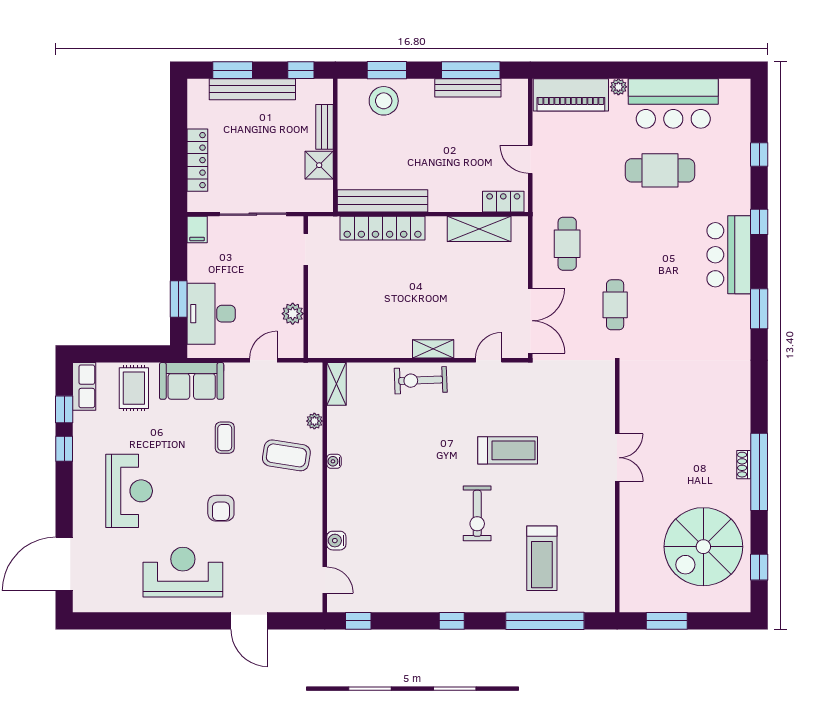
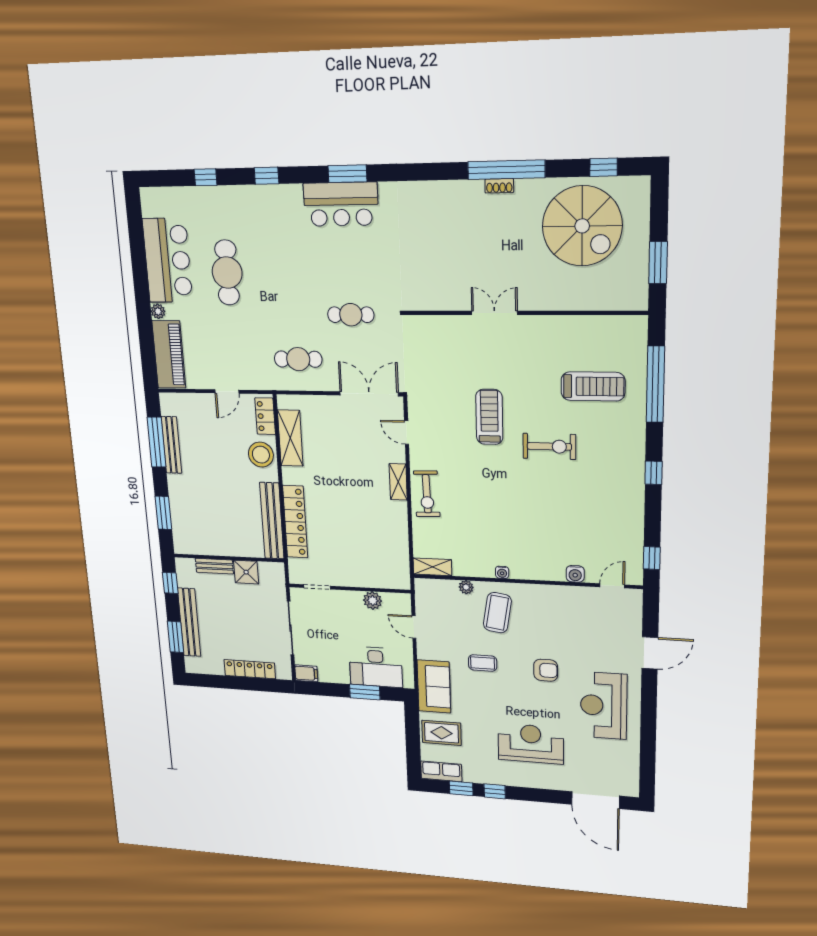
stool: (384, 101) -> (261, 455), moved
bar counter: (729, 255) -> (341, 204), moved

